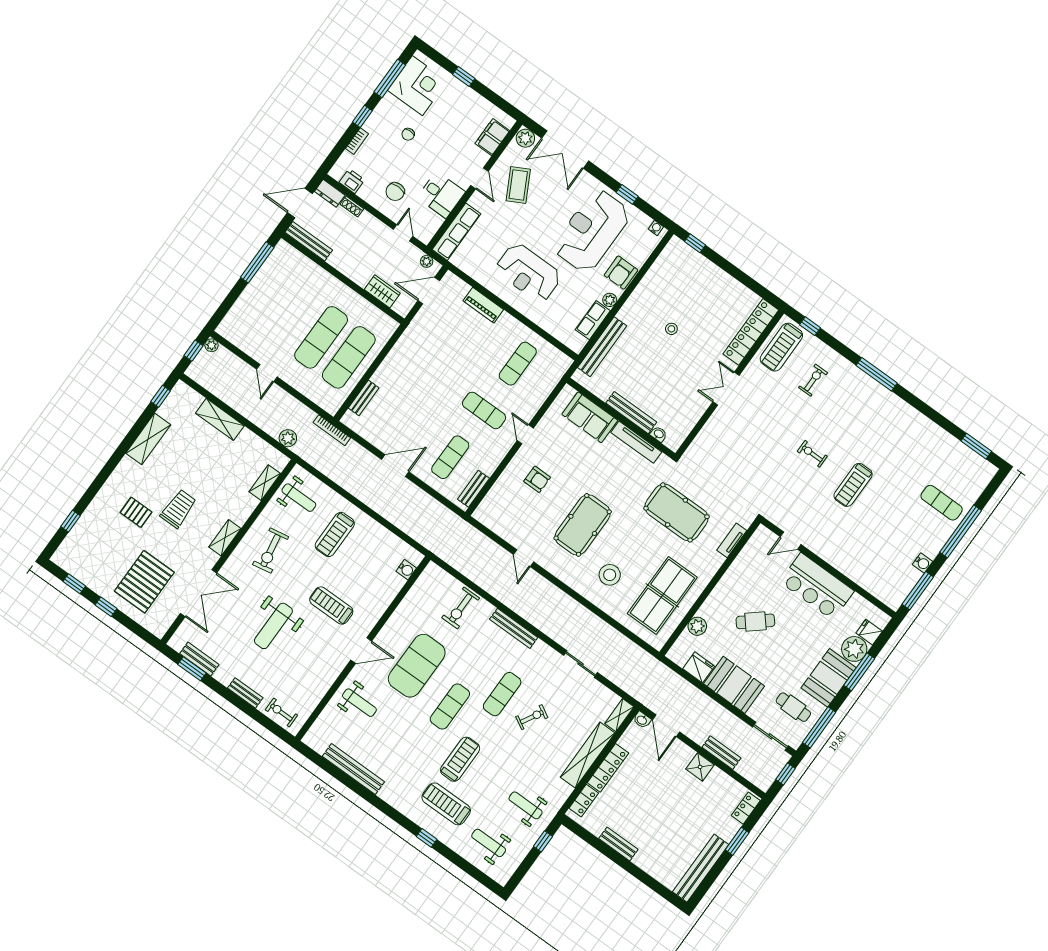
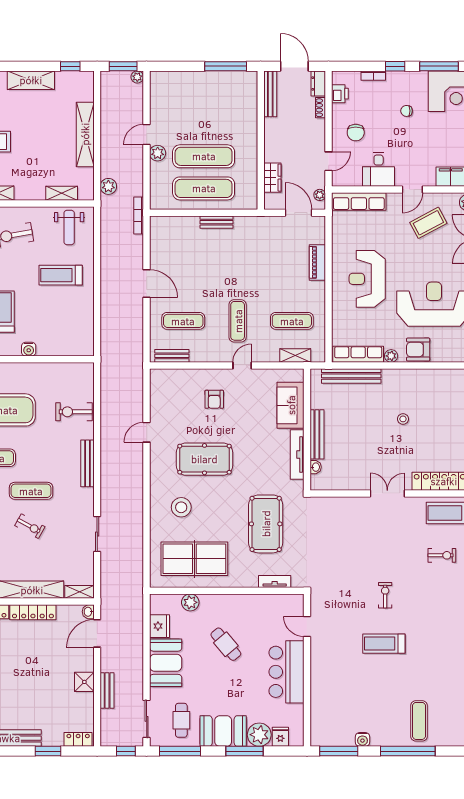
chair: (395, 192) -> (356, 133), turned -90
row of seats: (593, 320) -> (358, 354), width x1.48
window: (193, 351) -> (123, 66), width x1.50
plant: (290, 375) -> (158, 153), added
shelving: (550, 382) -> (295, 355), added
bench: (364, 398) -> (217, 222), moved
shelving: (220, 419) -> (85, 134), width x1.47
water cooler: (406, 570) -> (29, 349), moved

